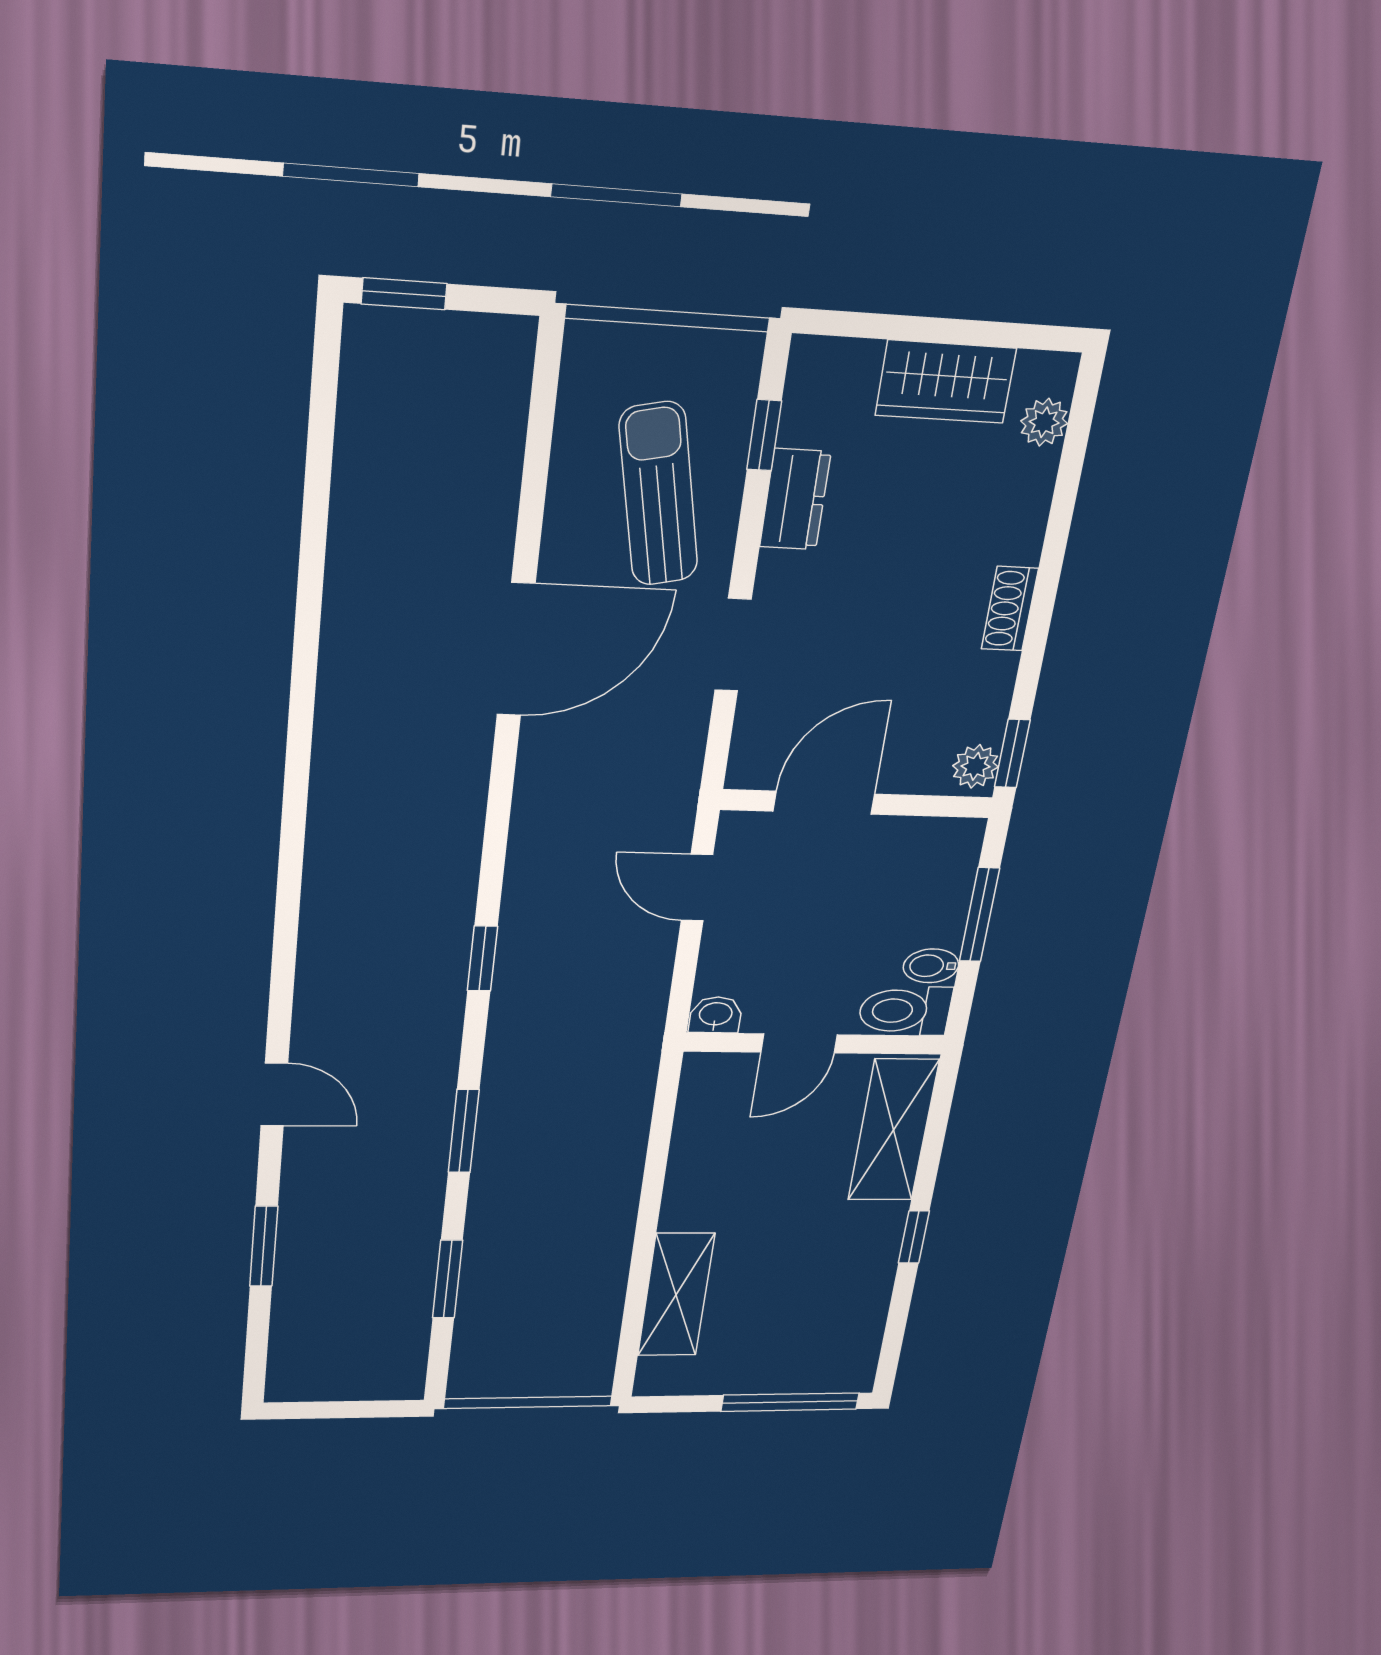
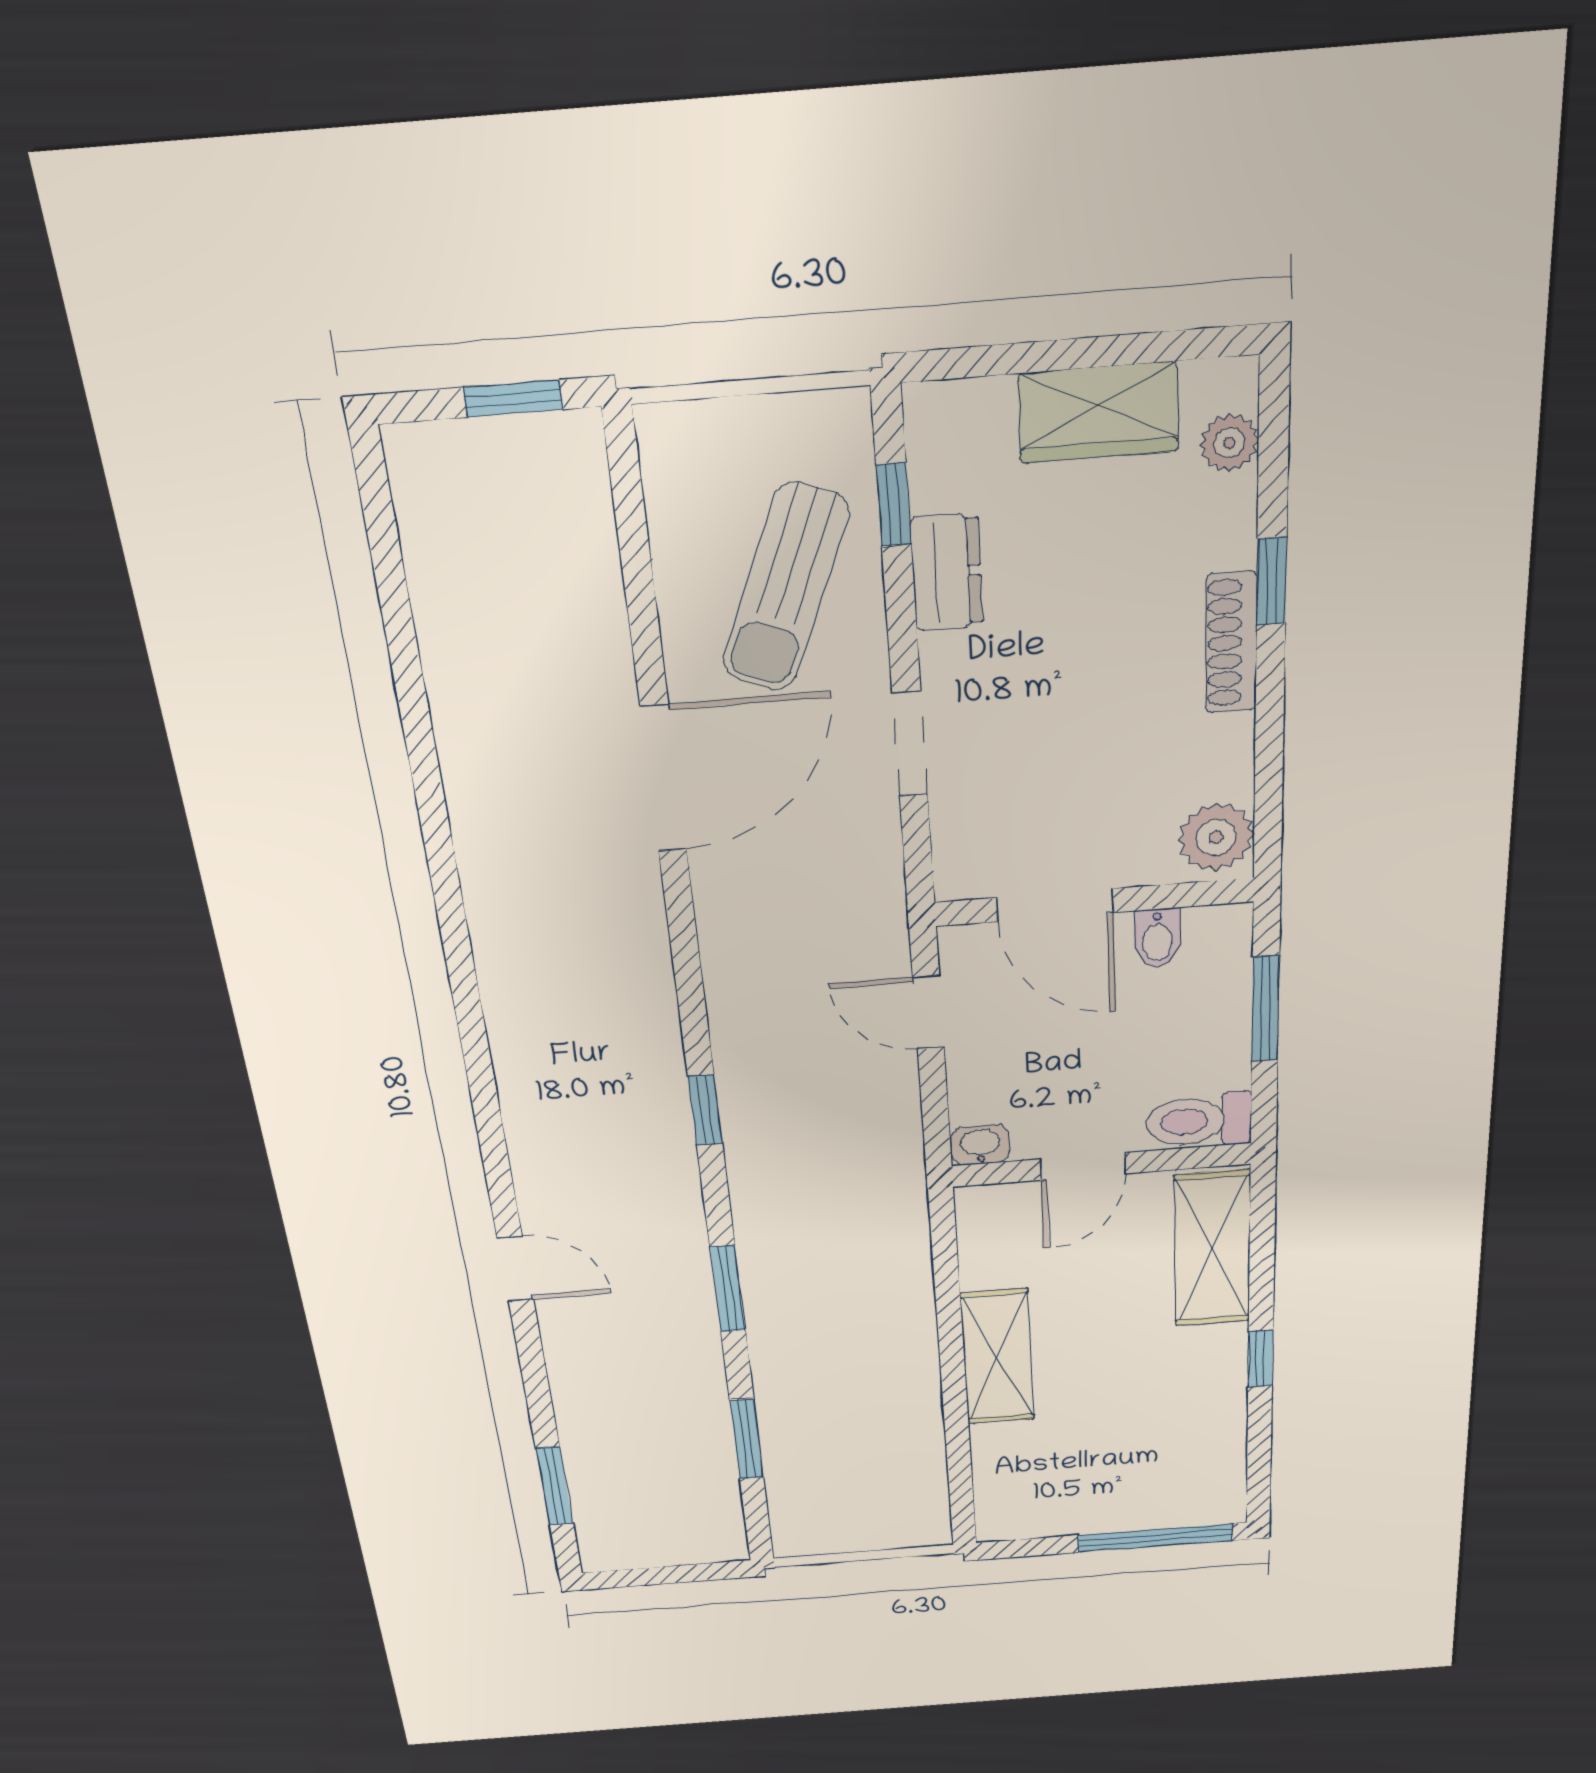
window: (404, 294) -> (513, 399), moved
sun lounger: (659, 494) -> (786, 588), turned -146
shoe rack: (1010, 609) -> (1231, 643), width x1.43
window: (1012, 753) -> (1272, 581), moved
plant: (976, 766) -> (1216, 837), width x1.38, depth x1.38
door: (824, 803) -> (1055, 905), swing flipped
bidet: (931, 966) -> (1157, 938), moved, turned -90
window: (264, 1246) -> (555, 1486), moved
shelving: (676, 1295) -> (997, 1357), moved

